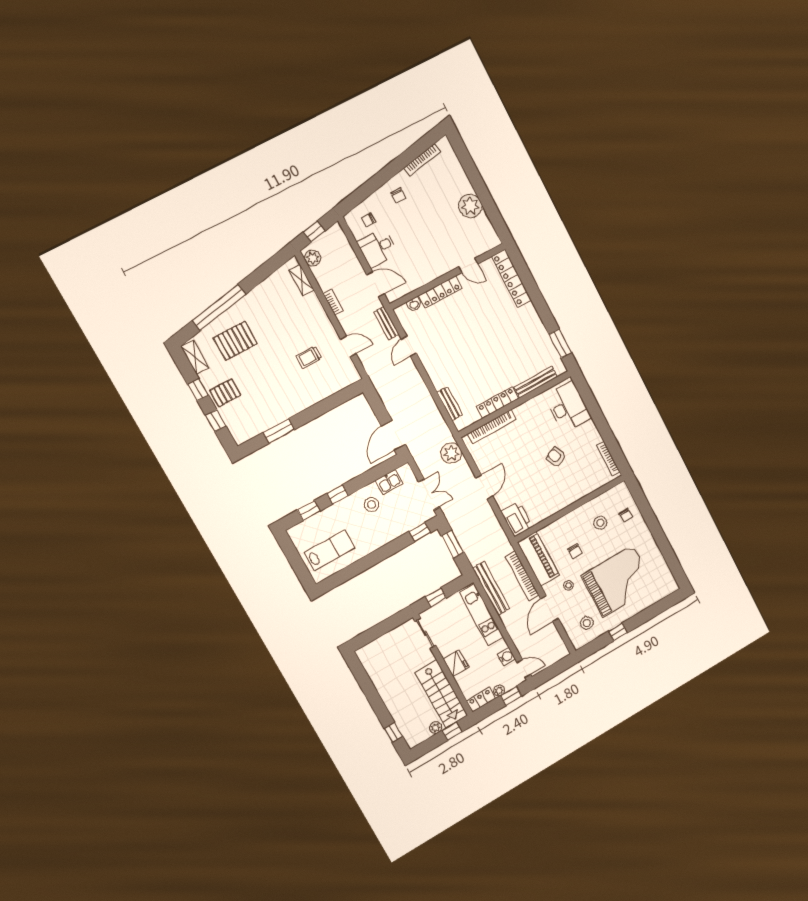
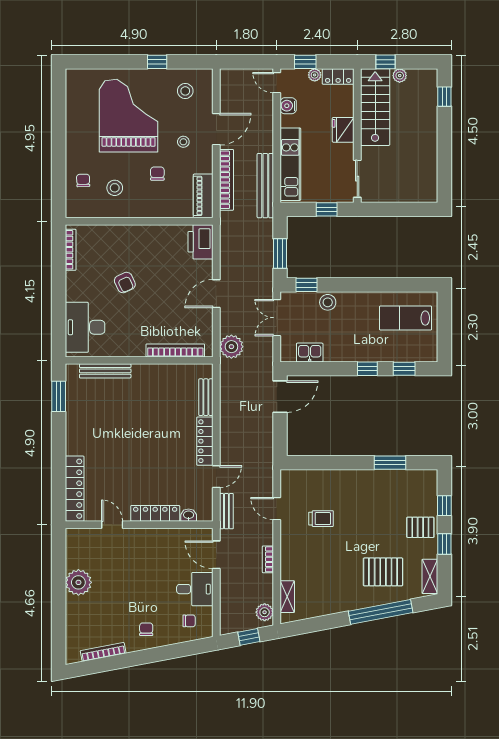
locker: (497, 402) -> (205, 441), moved, turned 90
stool: (372, 505) -> (328, 302), moved
piano: (538, 559) -> (203, 196), width x0.73, depth x0.75
grand piano: (618, 581) -> (129, 116), turned 90

